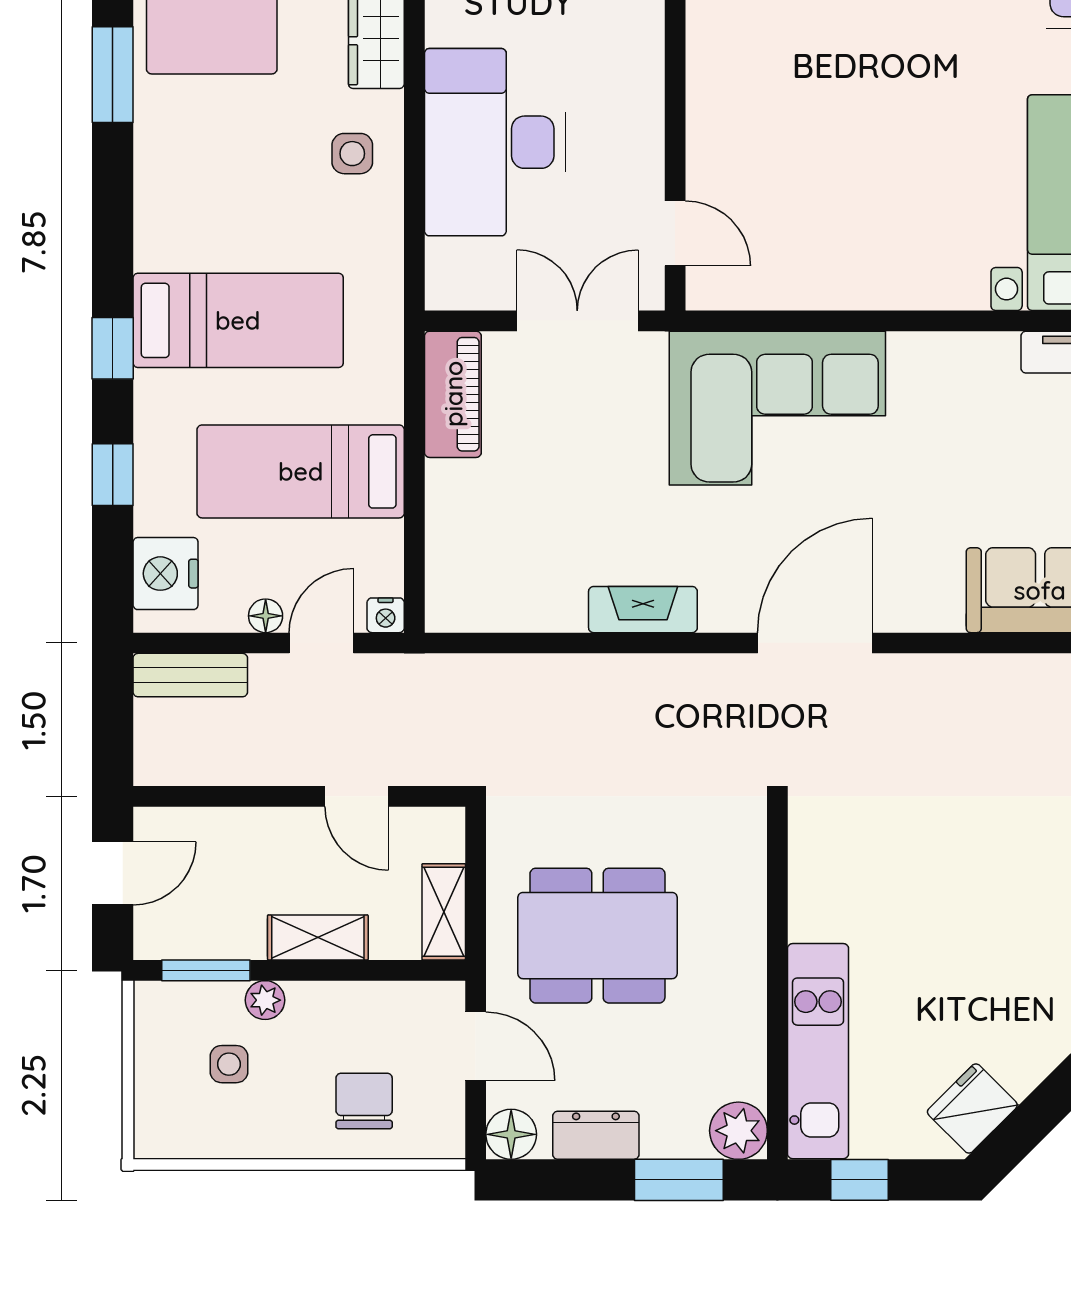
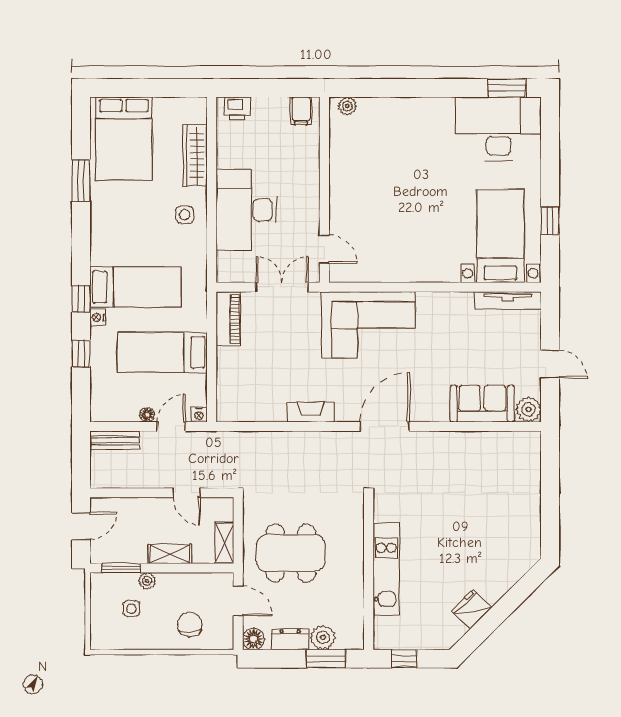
nightstand: (166, 574) -> (98, 317), moved, width x0.53, depth x0.56
kitchen unit: (818, 1051) -> (386, 569), moved
fridge: (972, 1108) -> (472, 609), moved
plant: (738, 1131) -> (323, 637), moved

